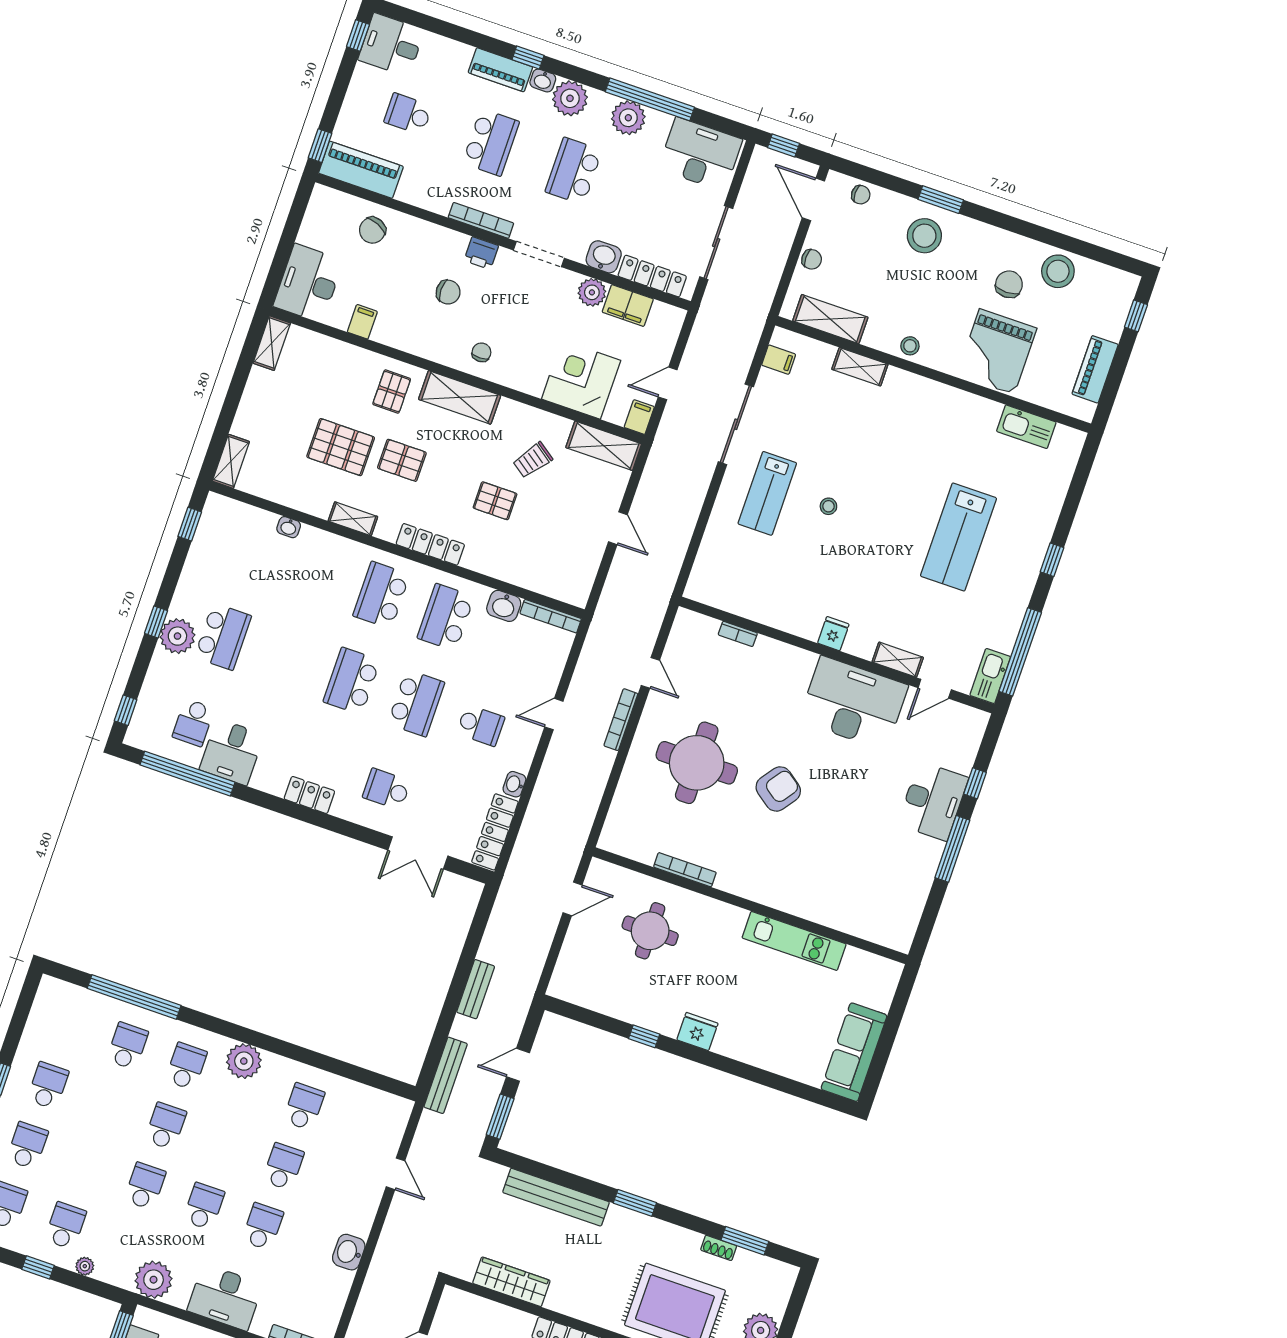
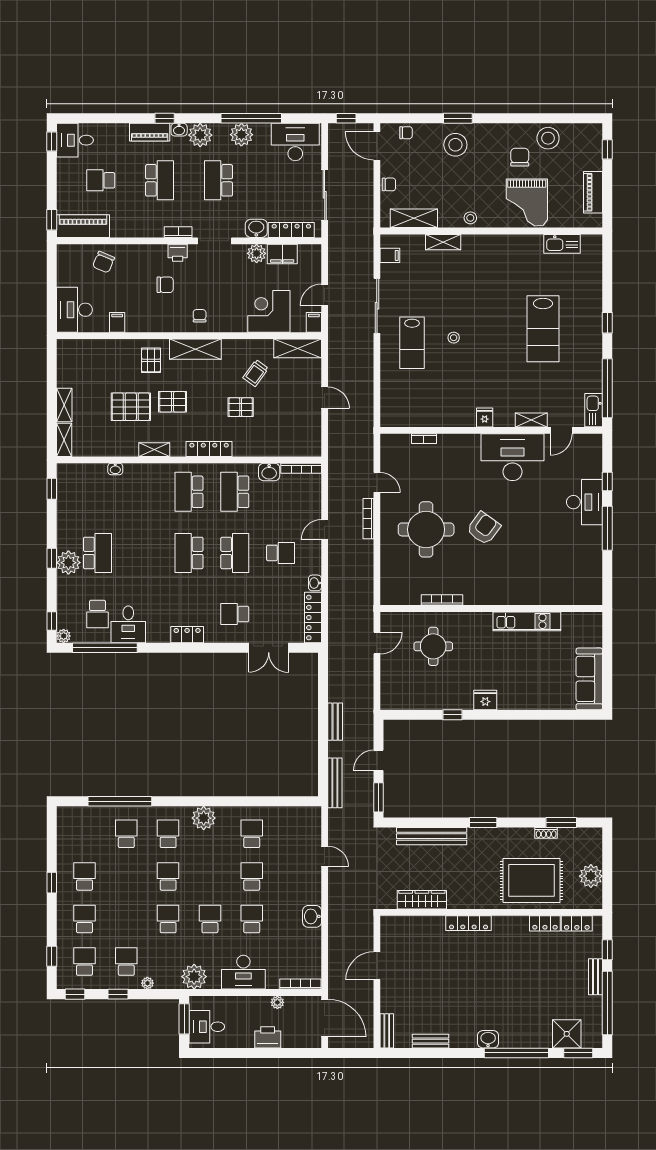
bookcase: (481, 220) -> (178, 232), width x0.64
shelving: (272, 343) -> (64, 405), moved
plant: (135, 737) -> (64, 636), added

